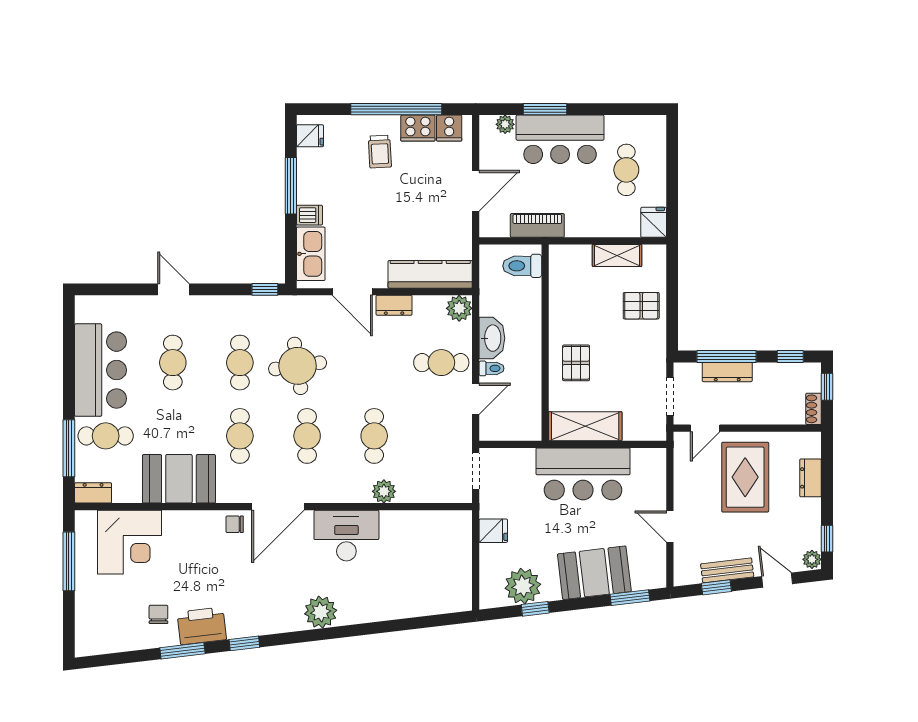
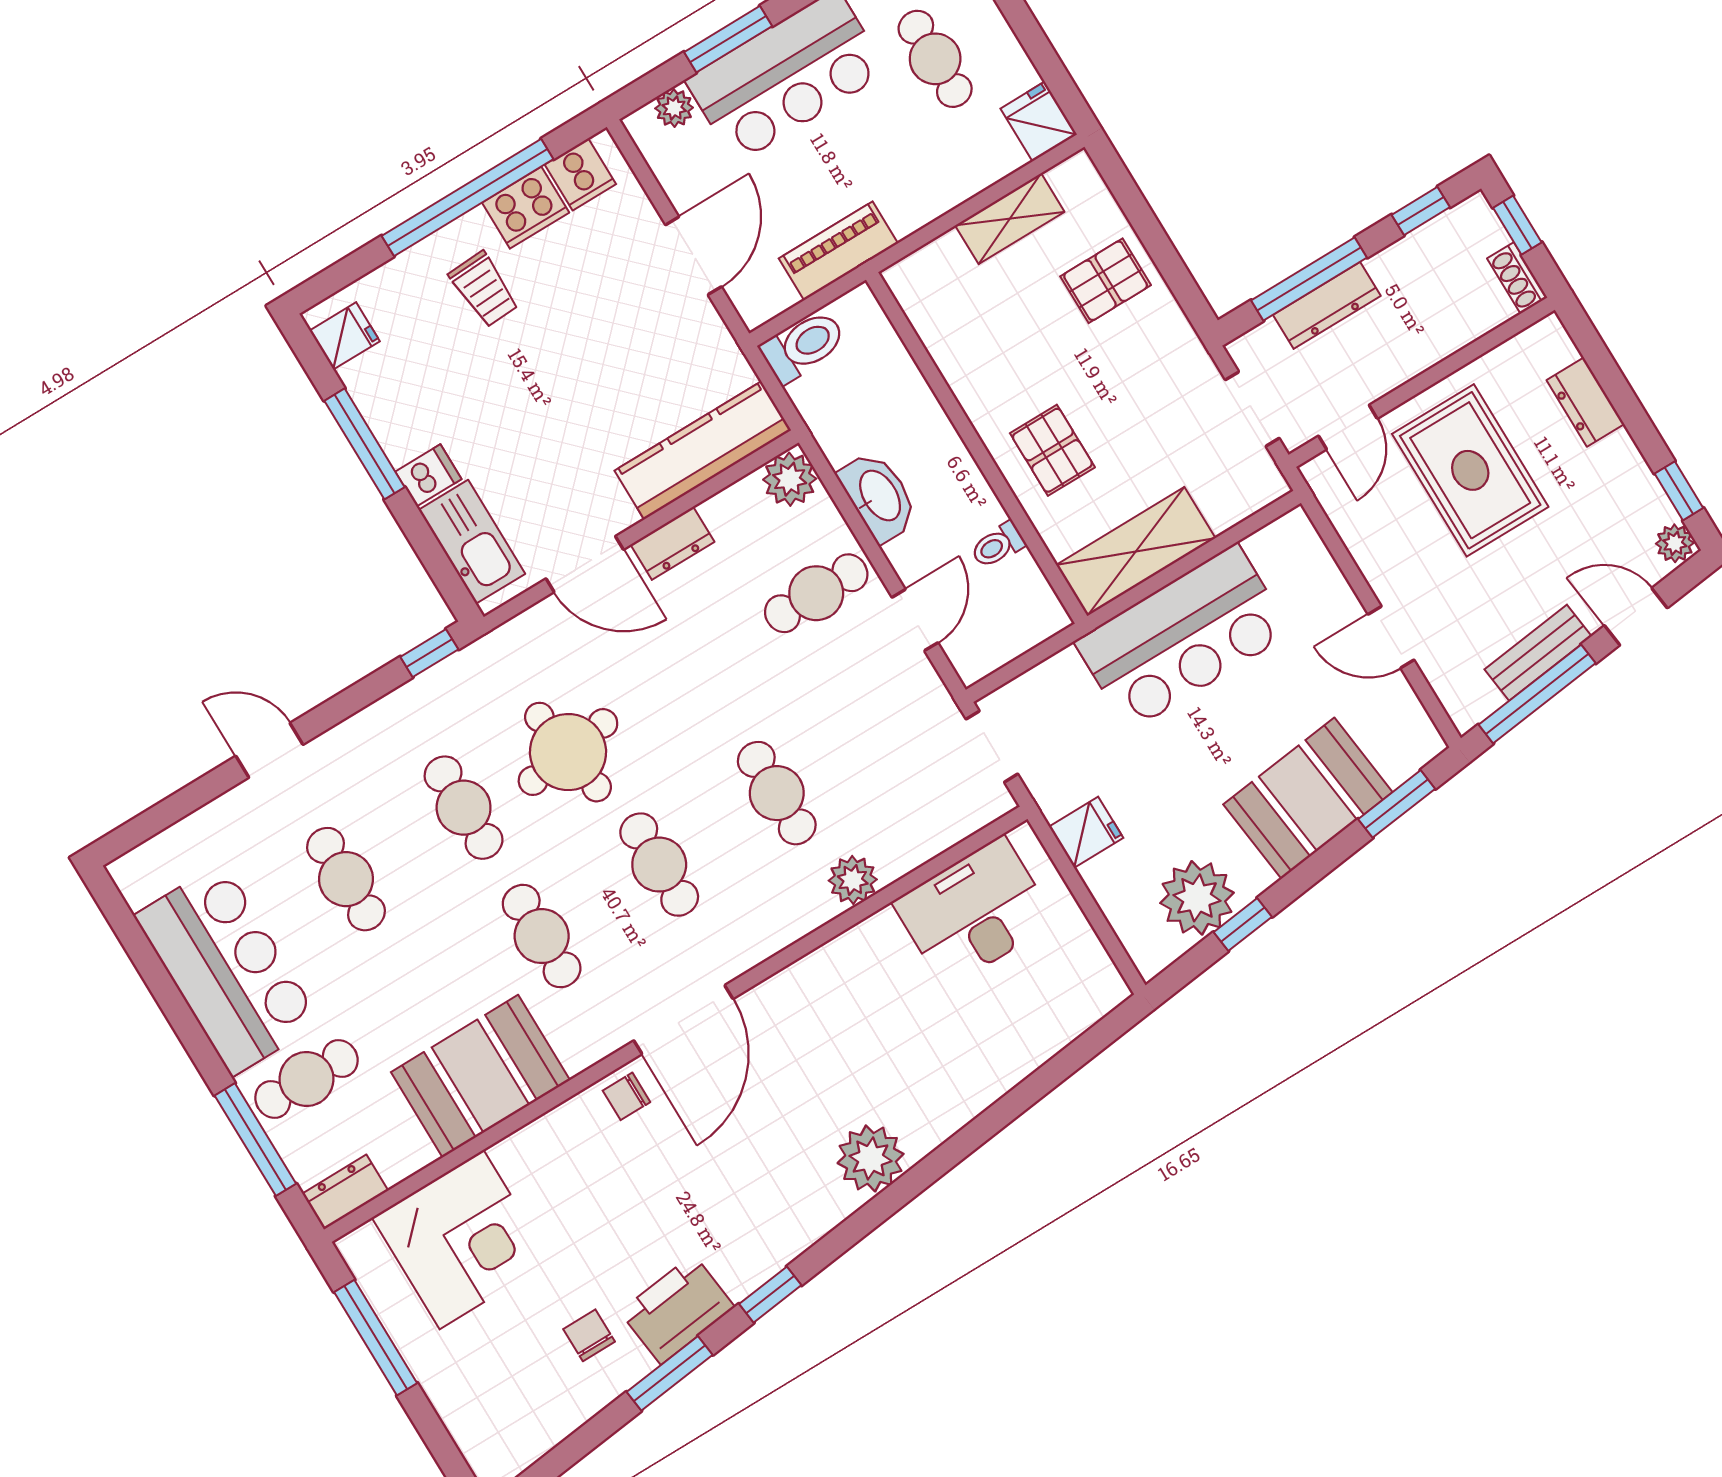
toilet: (522, 266) -> (803, 346), moved, turned 180
toilet: (492, 368) -> (998, 545), moved, turned 180
desk: (346, 536) -> (974, 912), moved
window: (716, 587) -> (1537, 694), width x2.17

